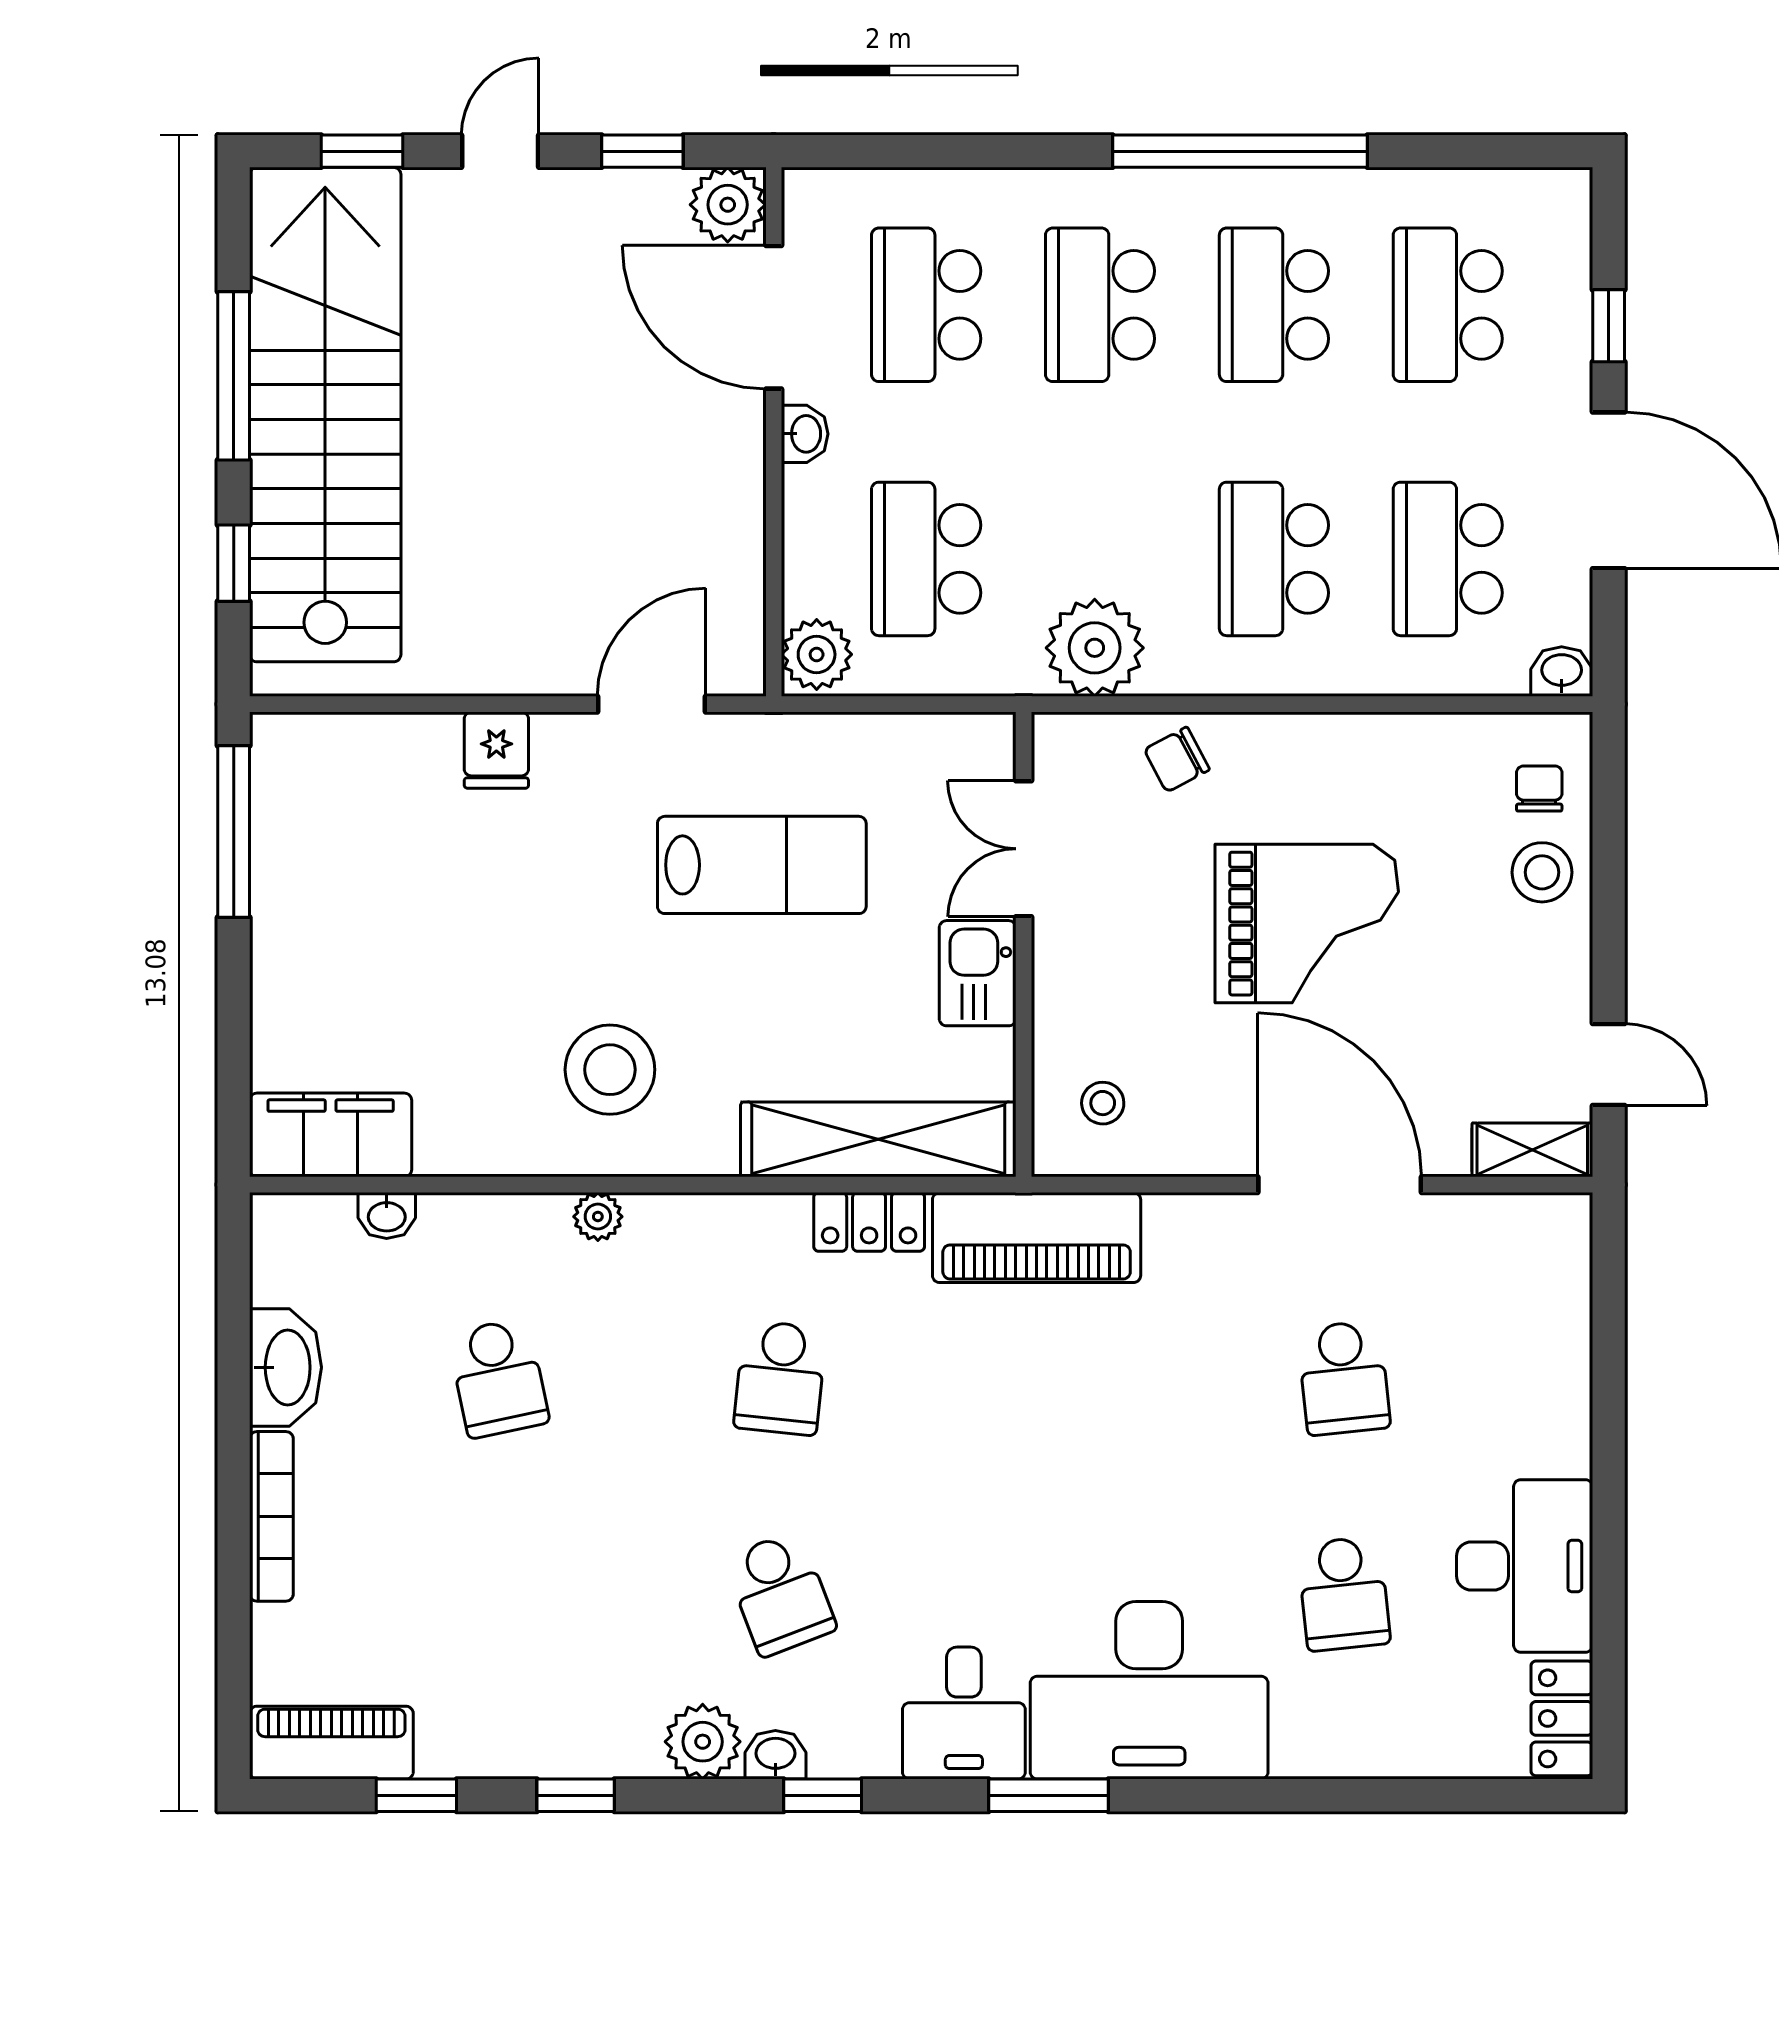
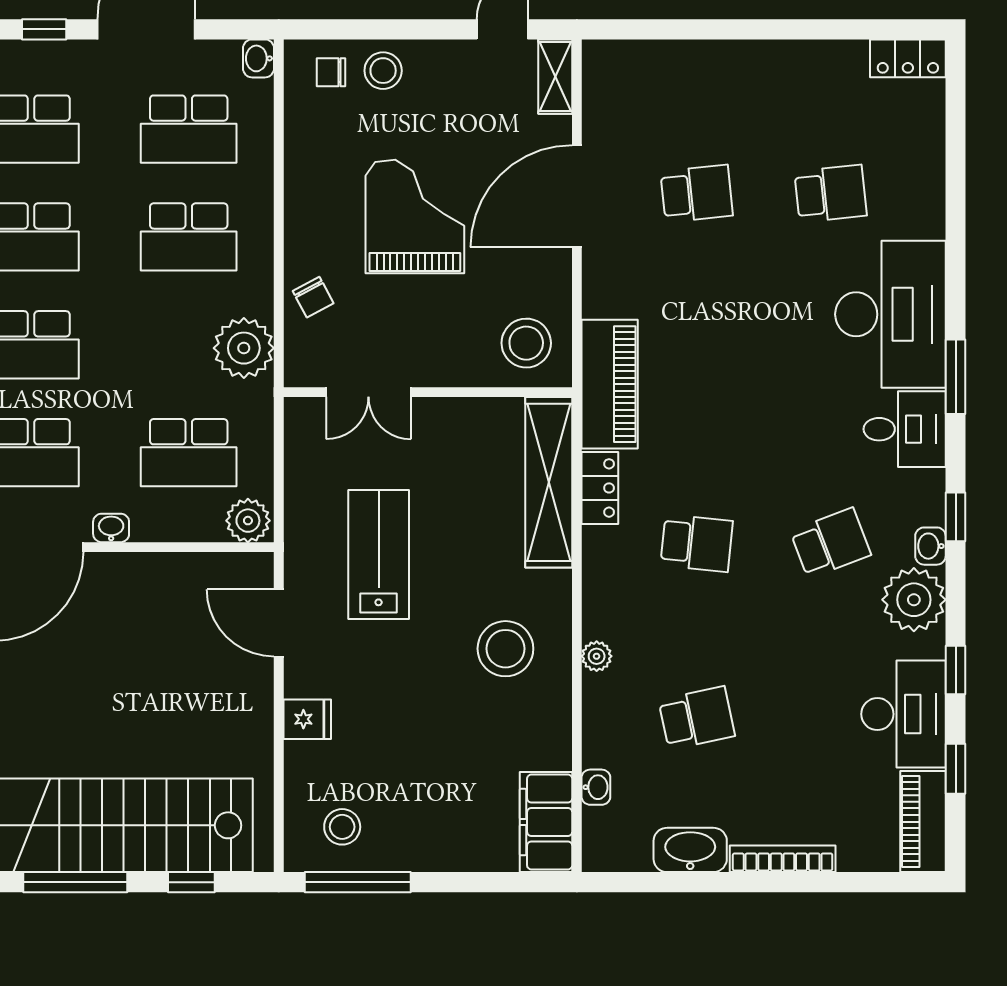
stool: (323, 806) -> (342, 827), added
kitchen sink: (978, 973) -> (446, 421), removed
stool: (1103, 1103) -> (526, 343), width x1.89, depth x1.89
desk: (1525, 1566) -> (903, 714), moved, turned 90
plant: (703, 1742) -> (914, 600), width x1.36, depth x1.36

